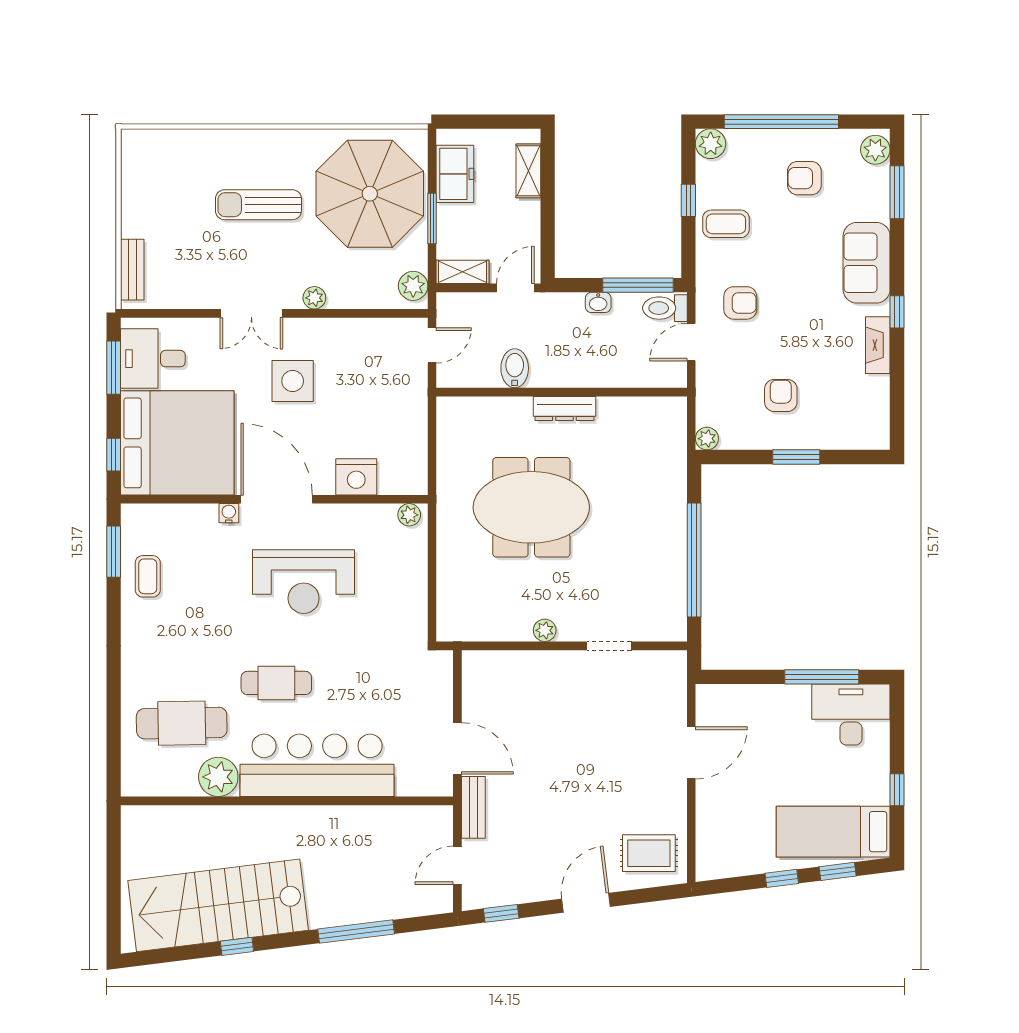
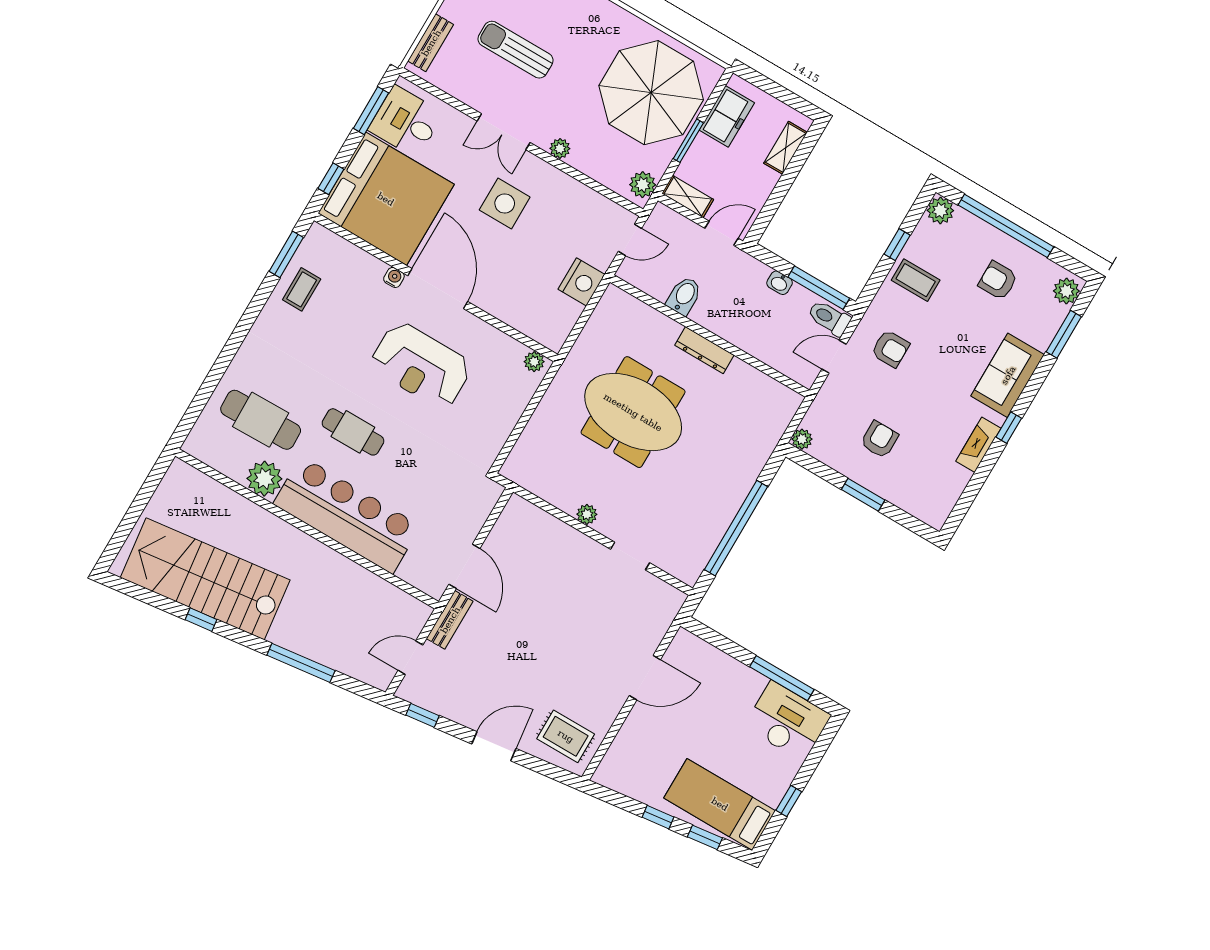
sun lounger: (258, 205) -> (516, 50), moved
nightstand: (356, 477) -> (582, 282), moved, turned -90

